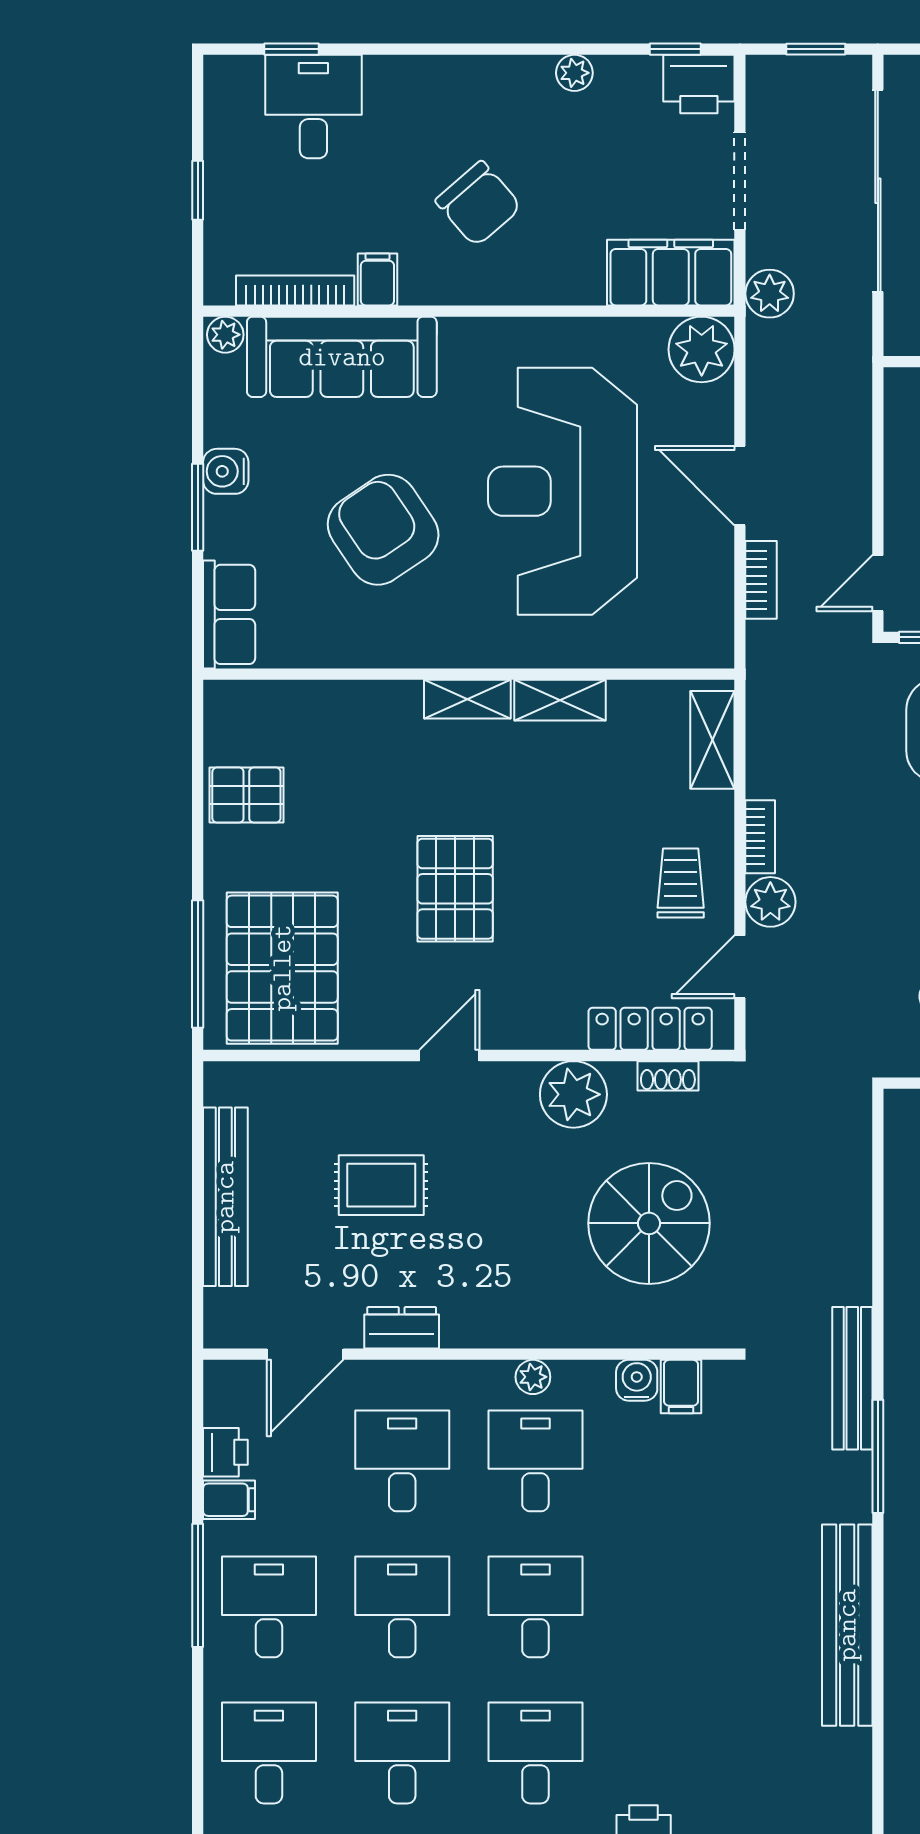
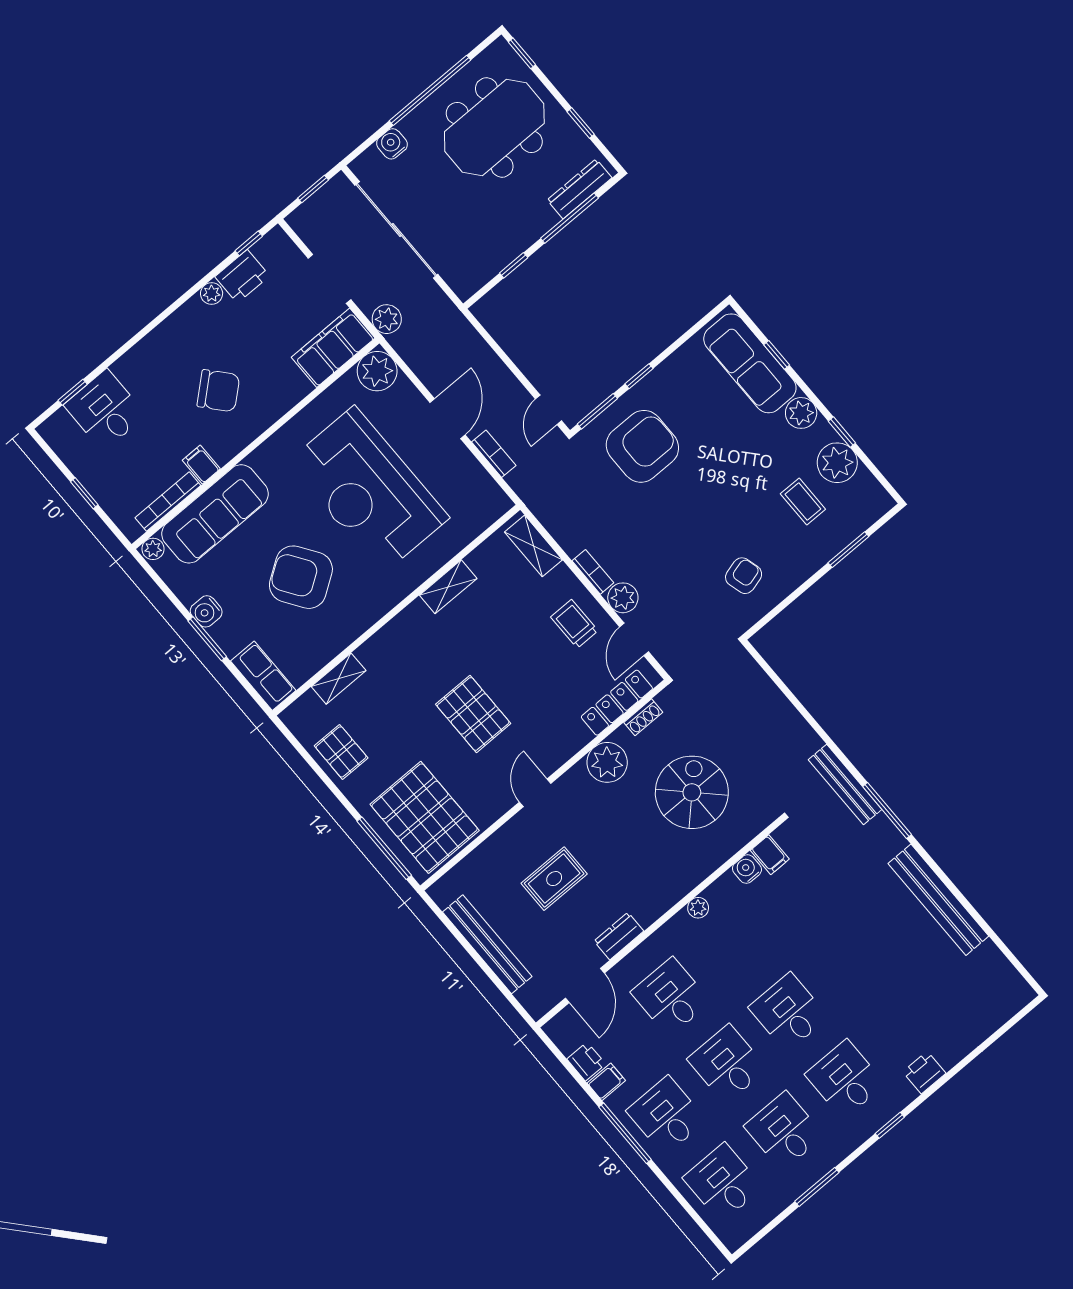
printer: (699, 84) -> (242, 276), moved
door: (740, 486) -> (448, 419), swing flipped
shelving: (467, 699) -> (339, 679), moved
pallet: (246, 795) -> (341, 752), turned 90
desk: (535, 1461) -> (732, 945), removed

